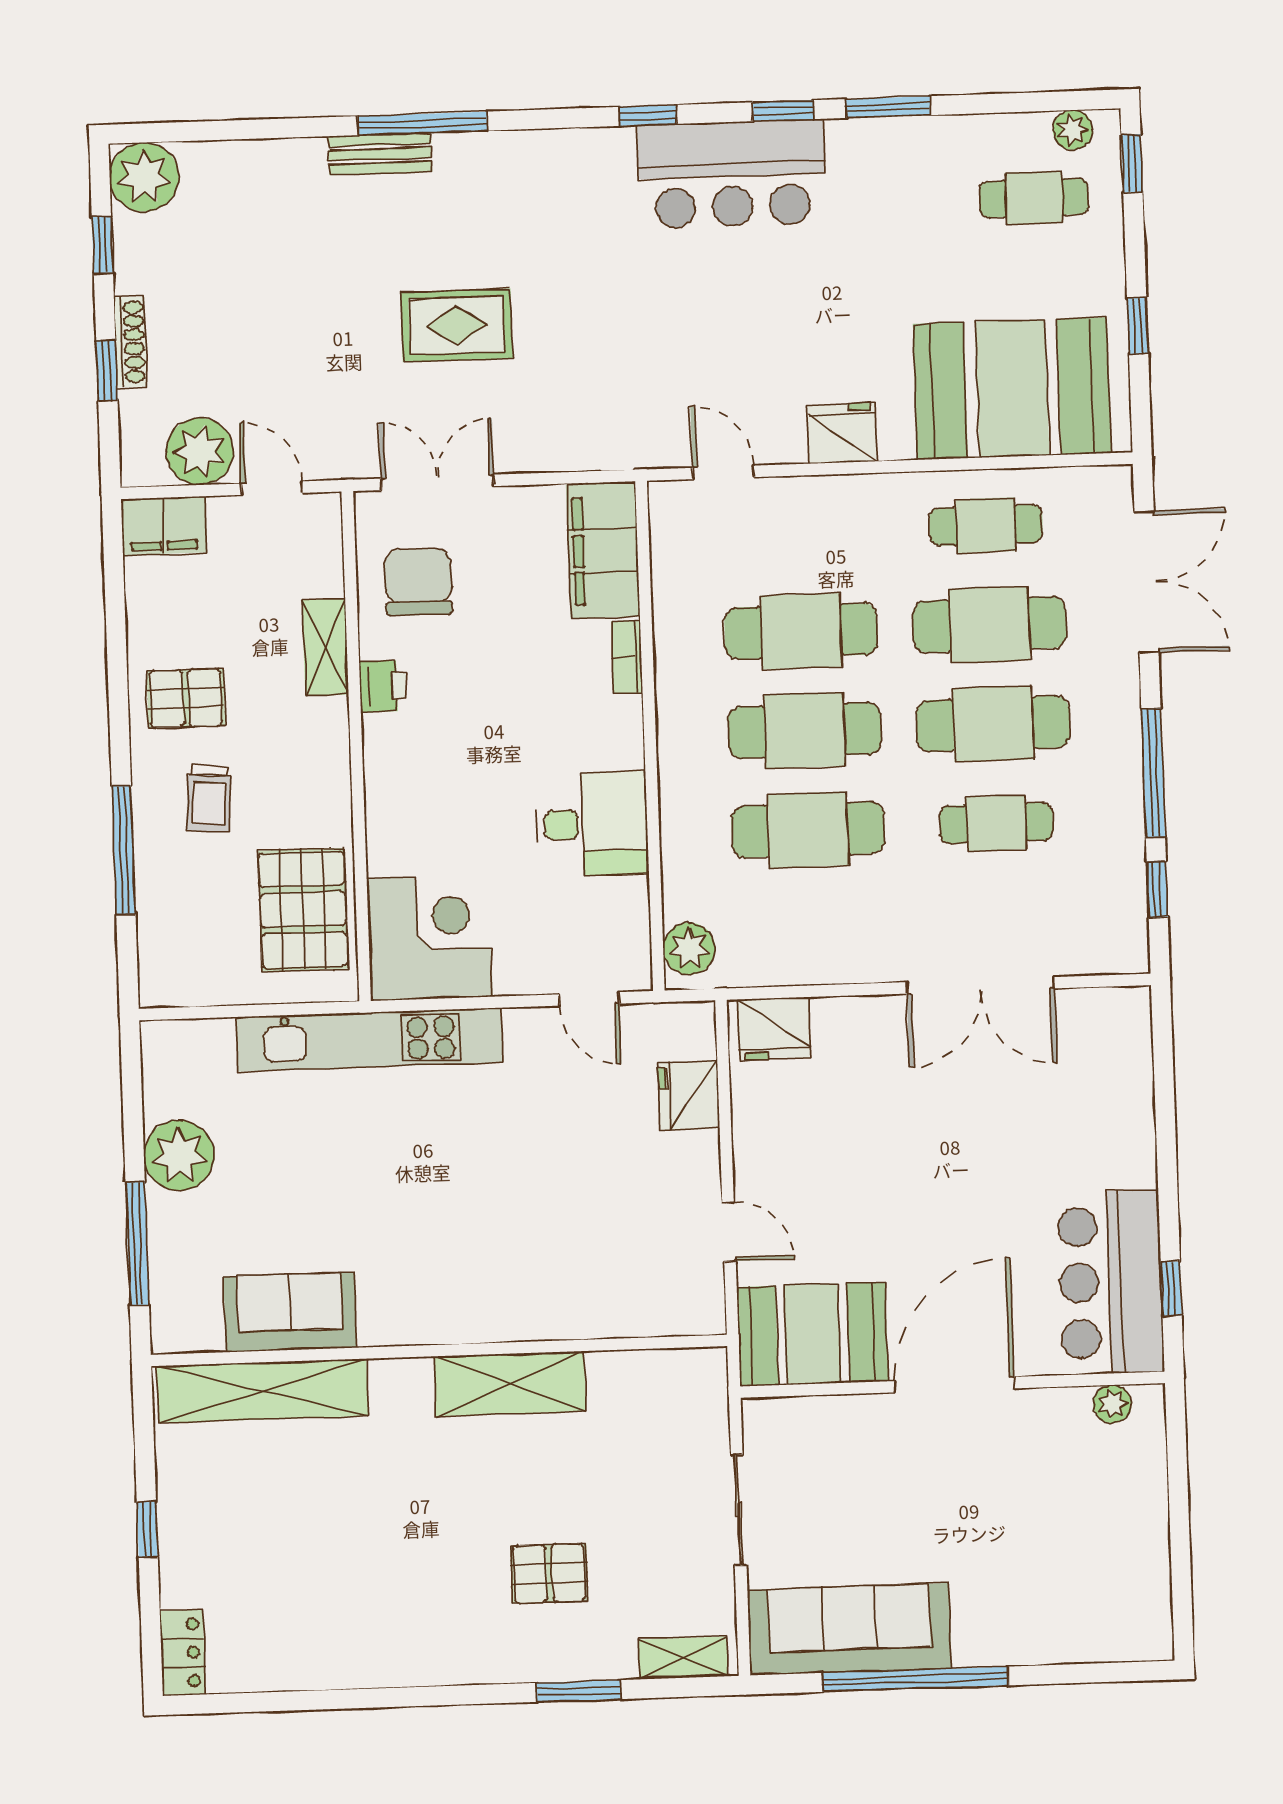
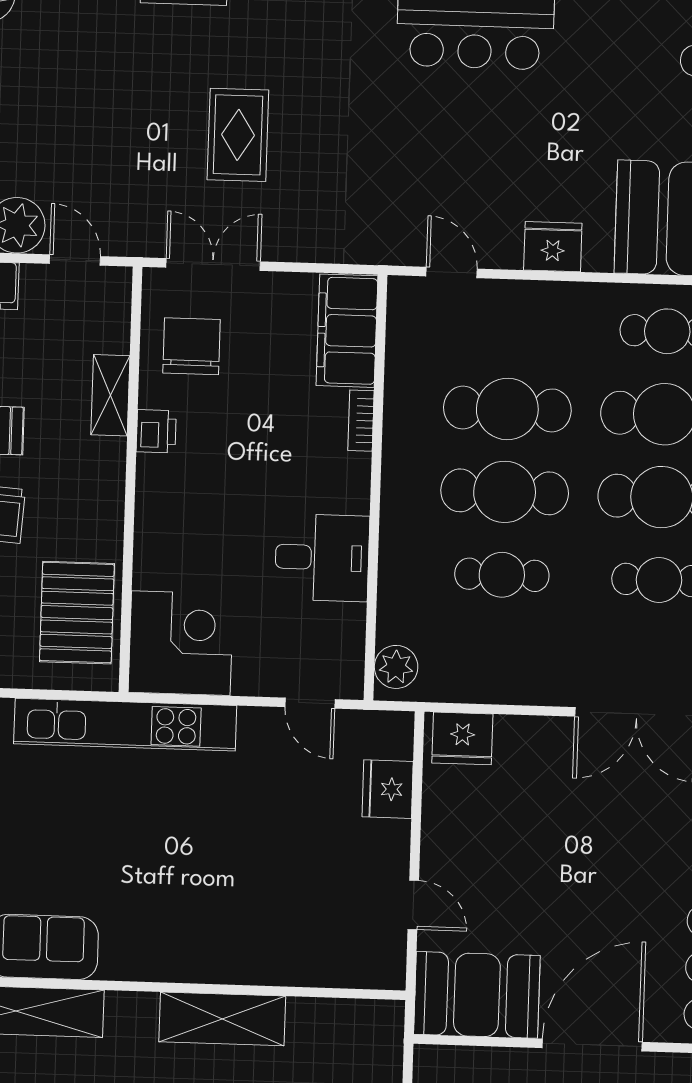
rug: (457, 325) -> (238, 135), turned 90
cafe table: (808, 830) -> (502, 575), width x0.73, depth x0.74

